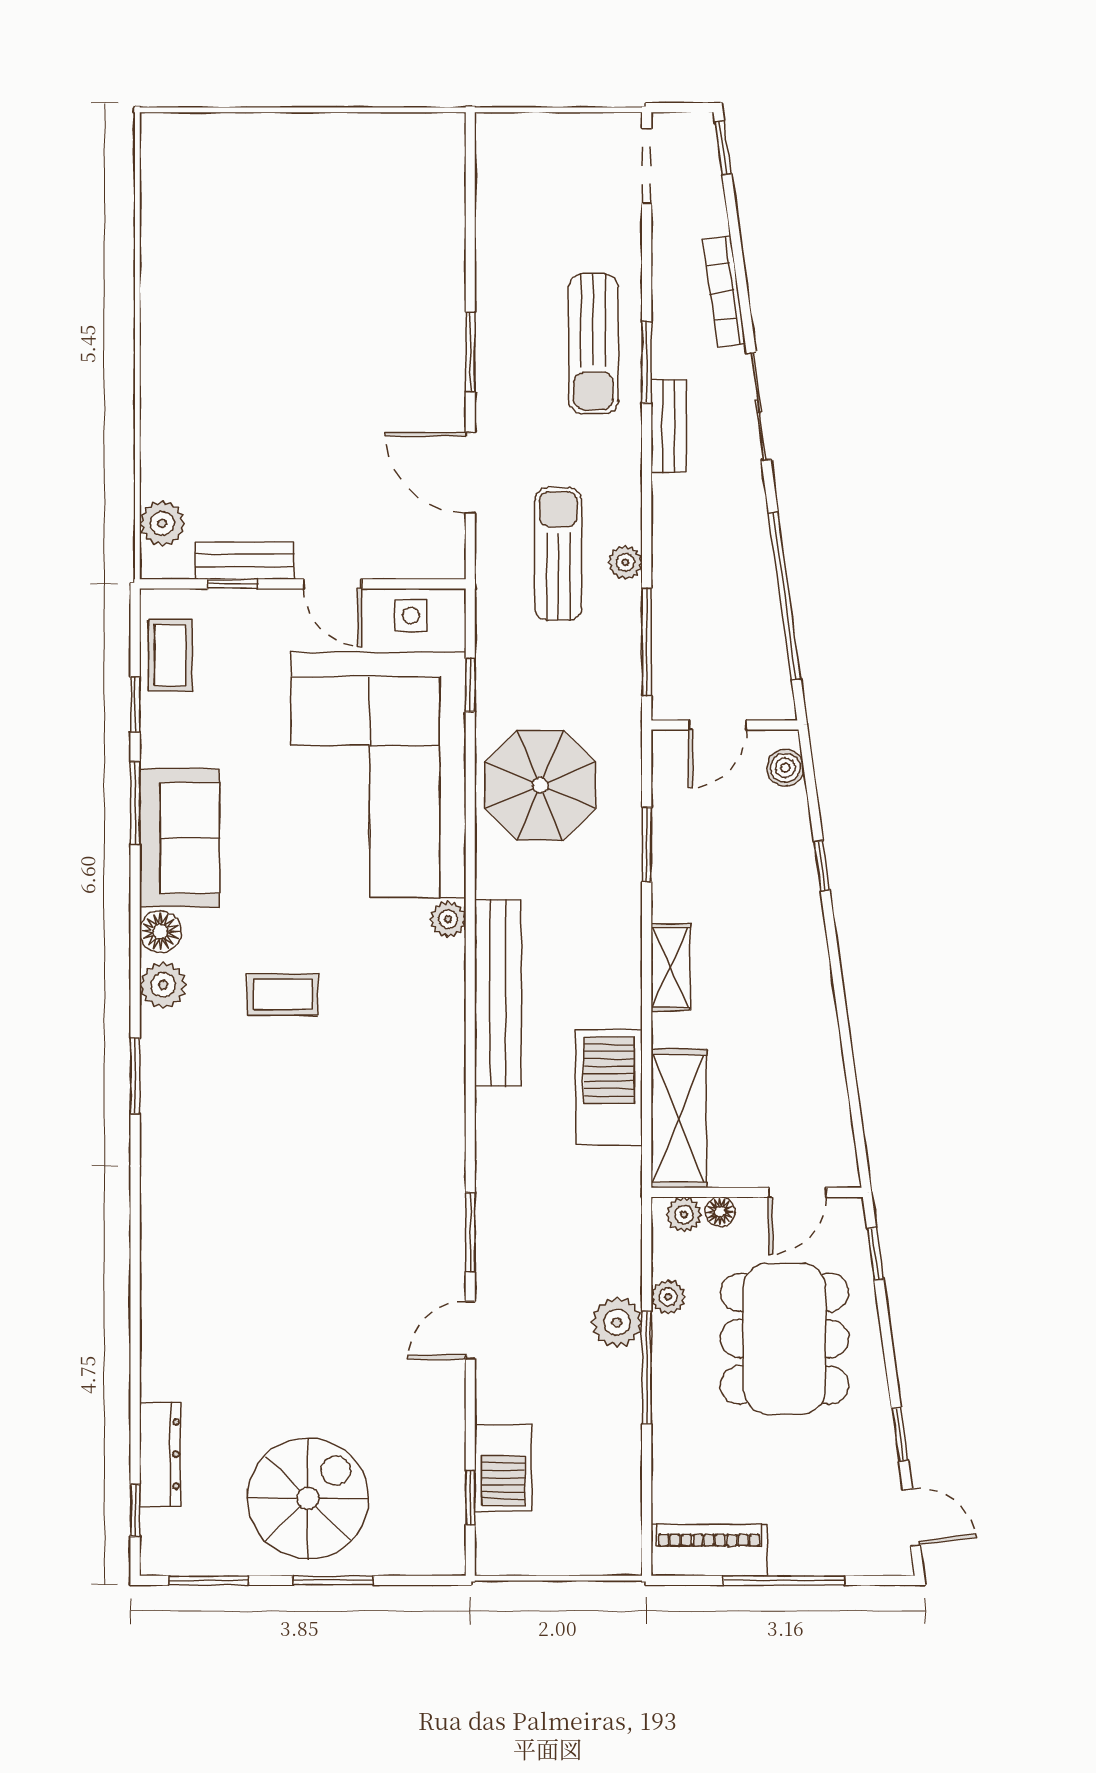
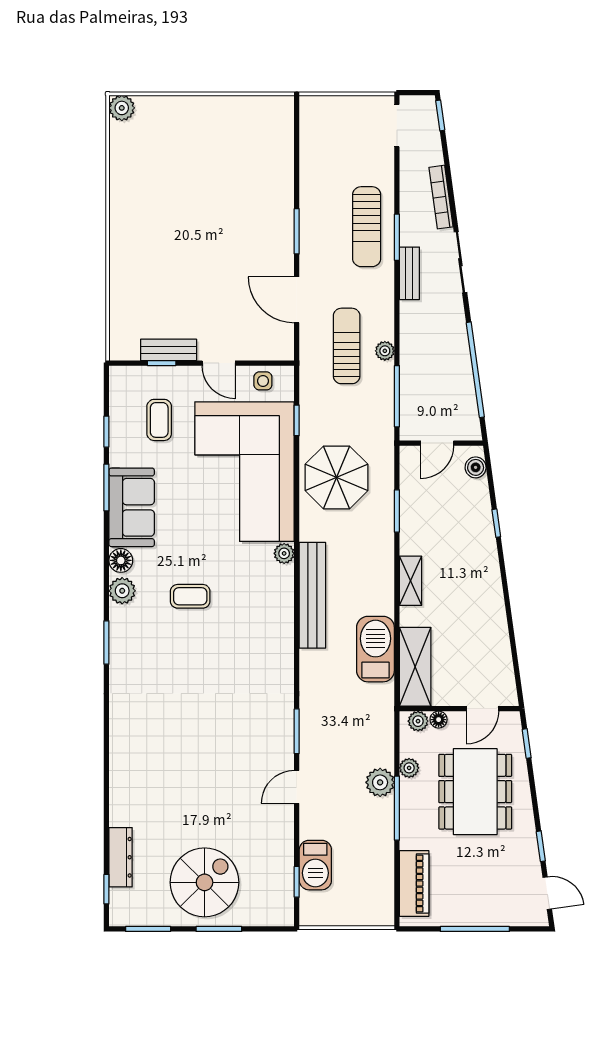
plant: (162, 523) -> (122, 108), moved
coffee table: (170, 655) -> (159, 420), moved
piano: (709, 1550) -> (414, 883), moved, turned 90

